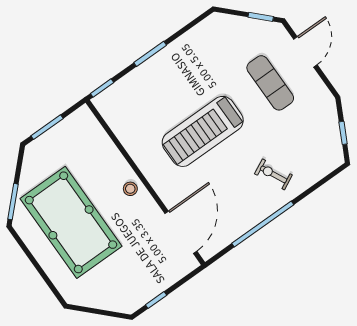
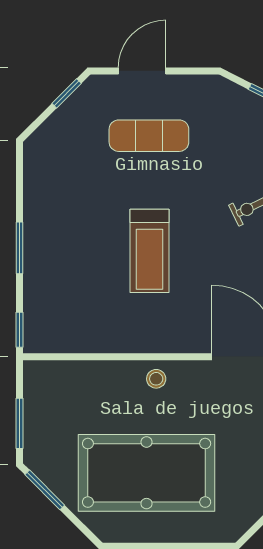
door: (305, 52) -> (142, 71), hinge flipped
treadmill: (203, 131) -> (150, 251), width x0.73, depth x0.73
window: (13, 202) -> (45, 490), moved

